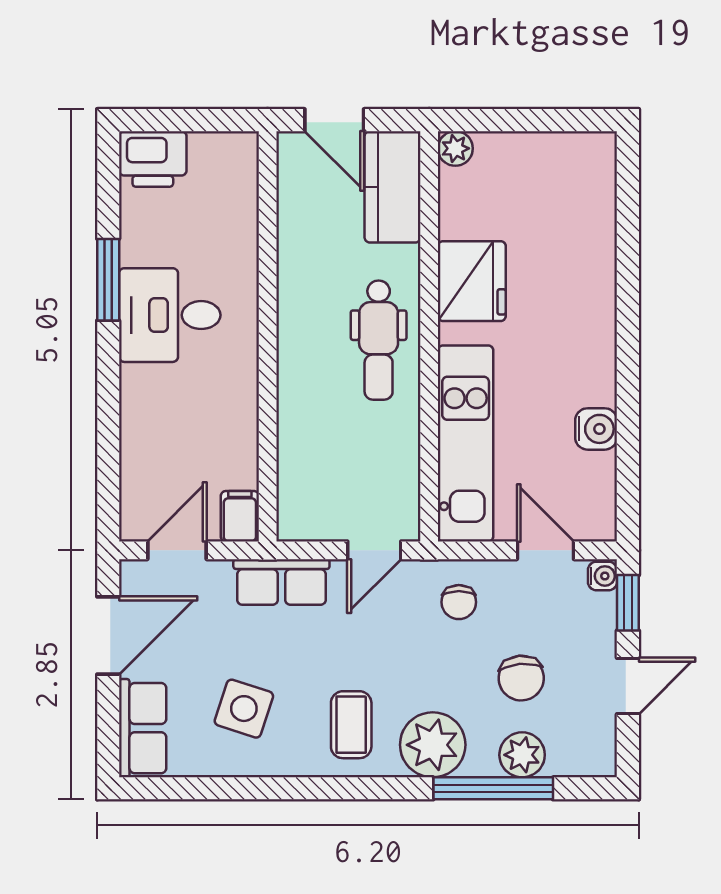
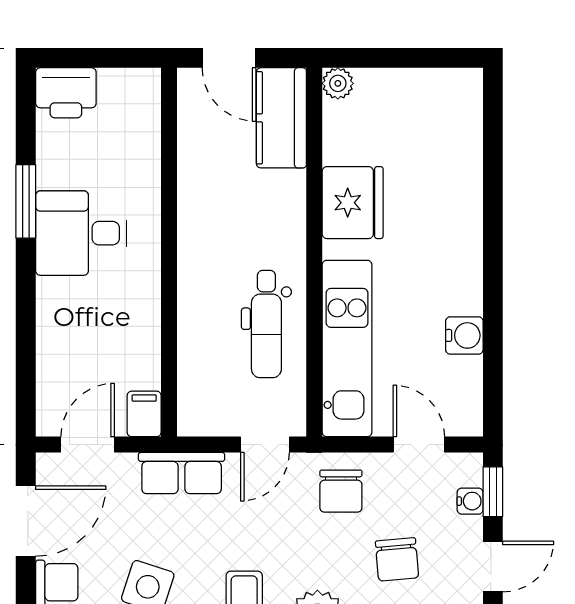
dental chair: (379, 340) -> (266, 324), moved
water cooler: (603, 576) -> (470, 501), moved
chair: (459, 602) -> (341, 491), width x1.37, depth x1.37

